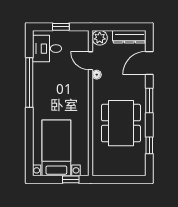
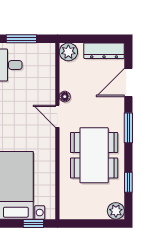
window: (61, 27) -> (21, 39), width x1.50
door: (91, 61) -> (57, 116), moved
plant: (139, 169) -> (116, 211), added

